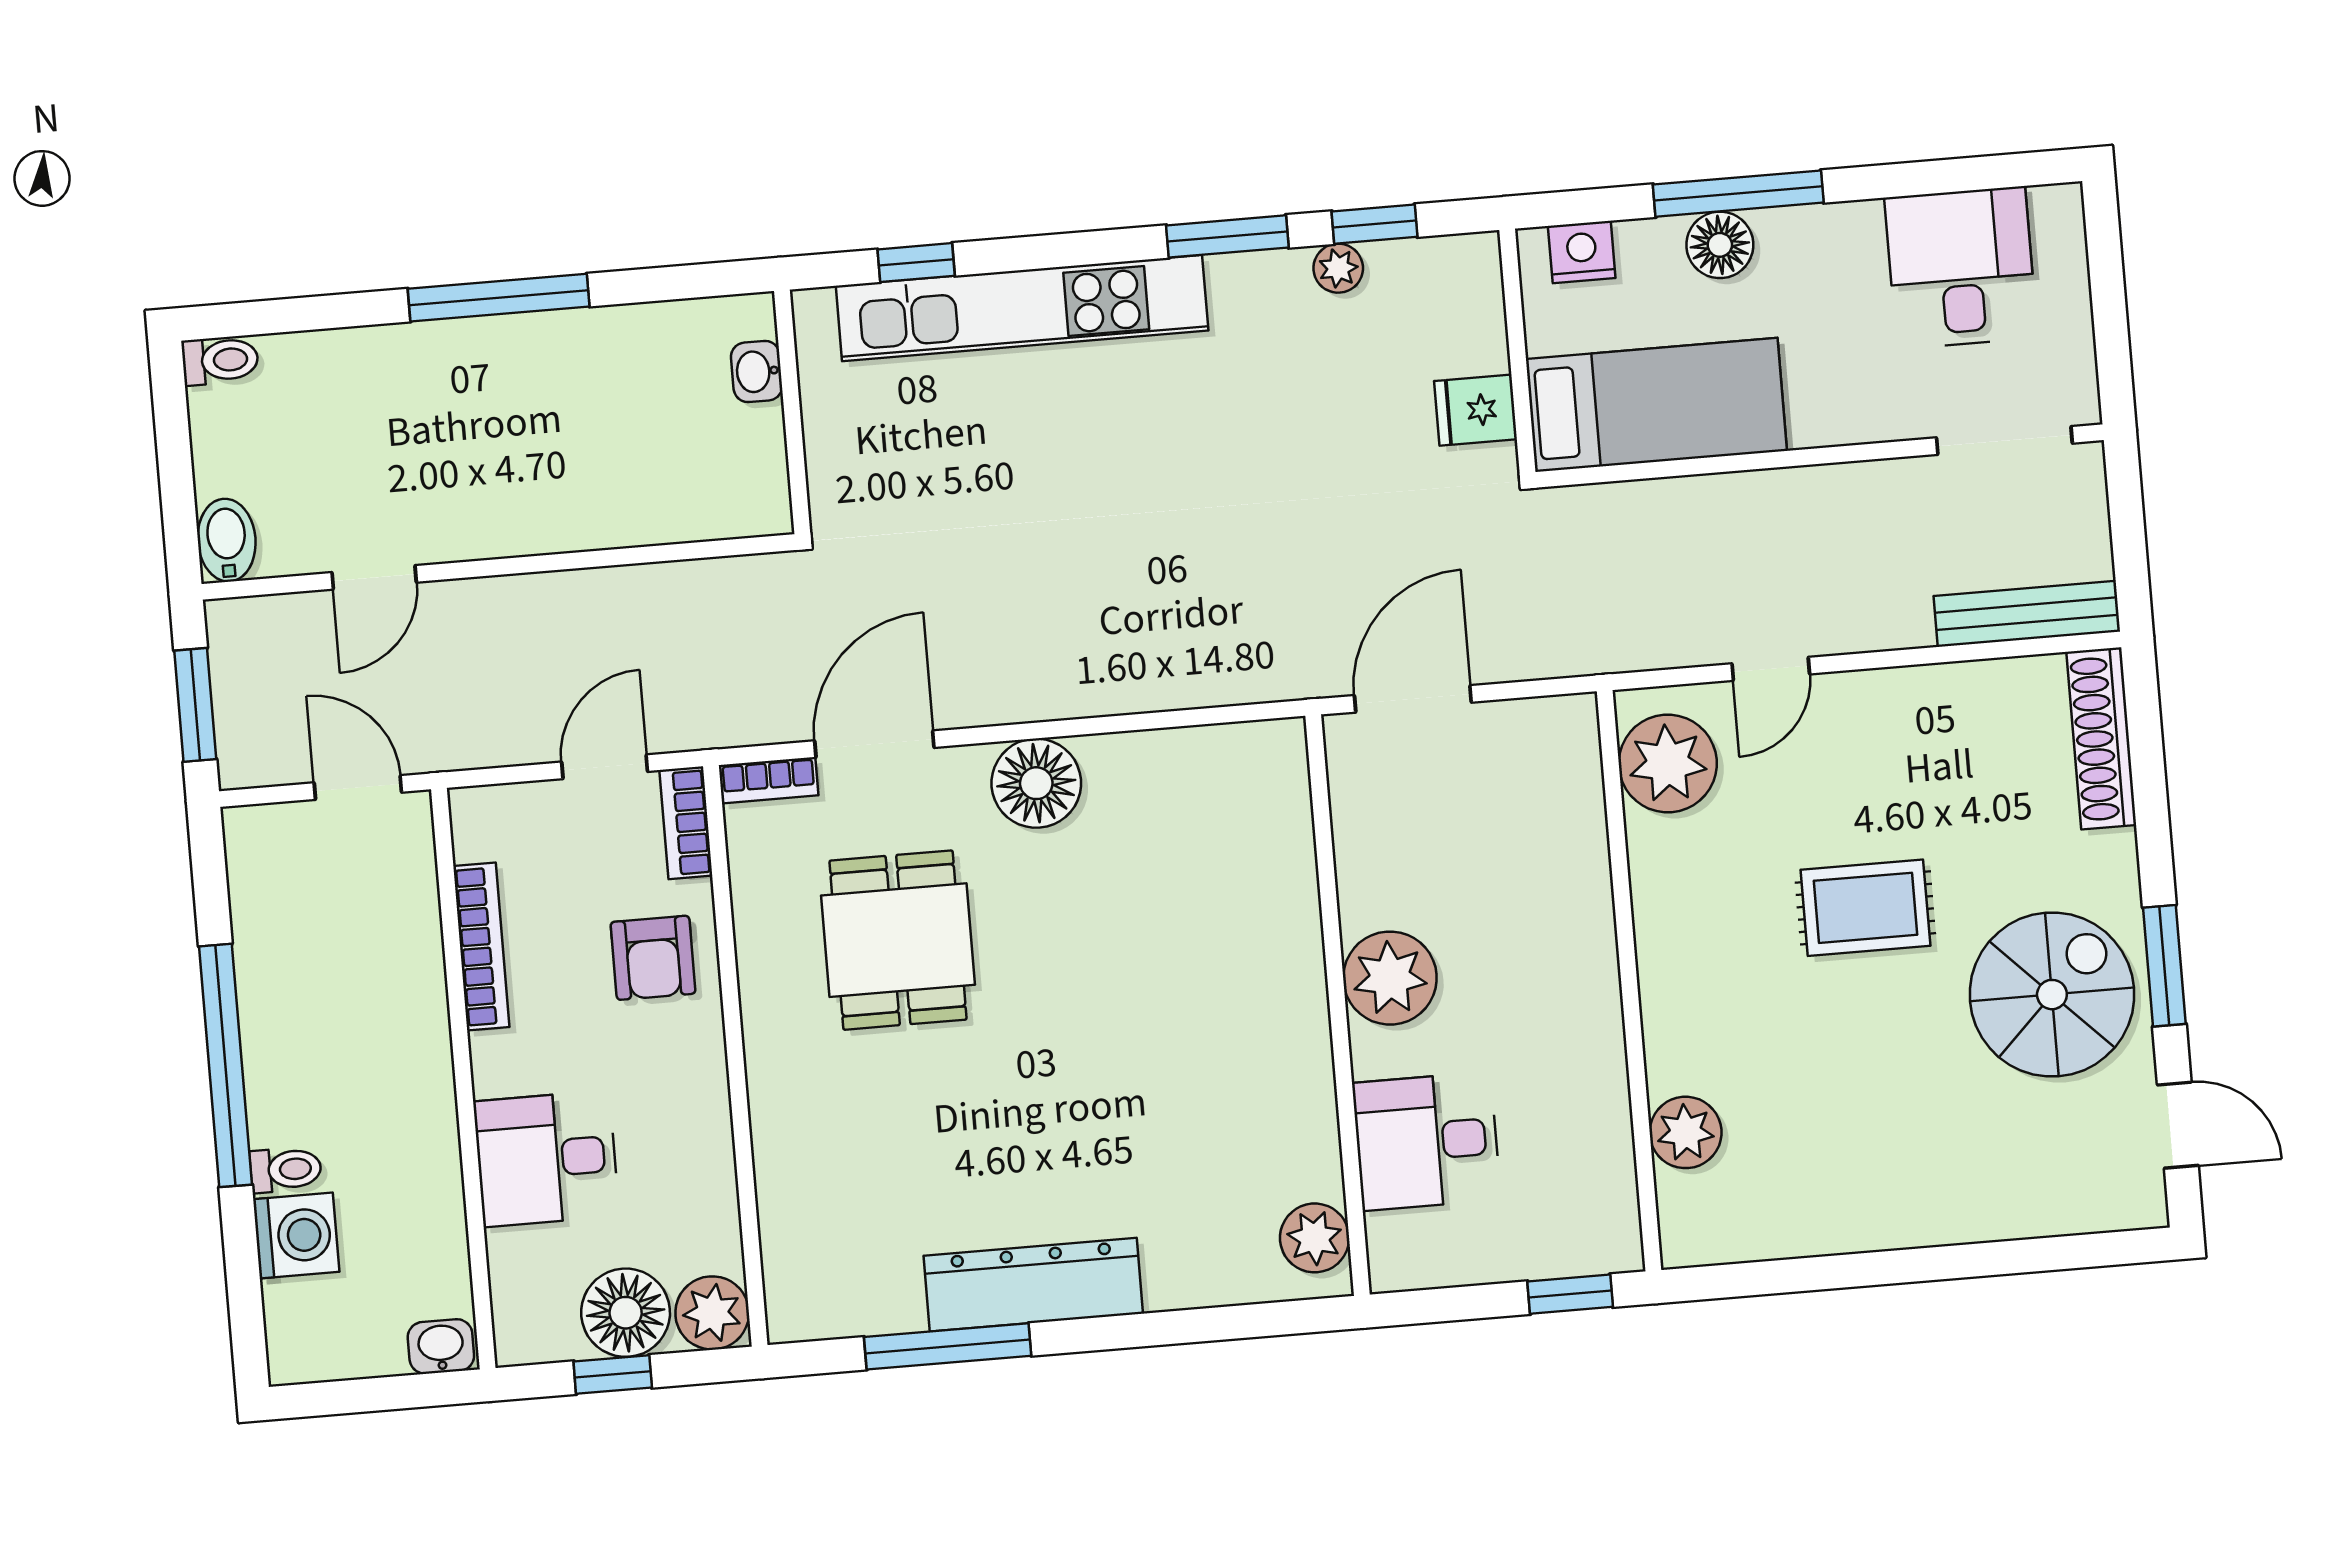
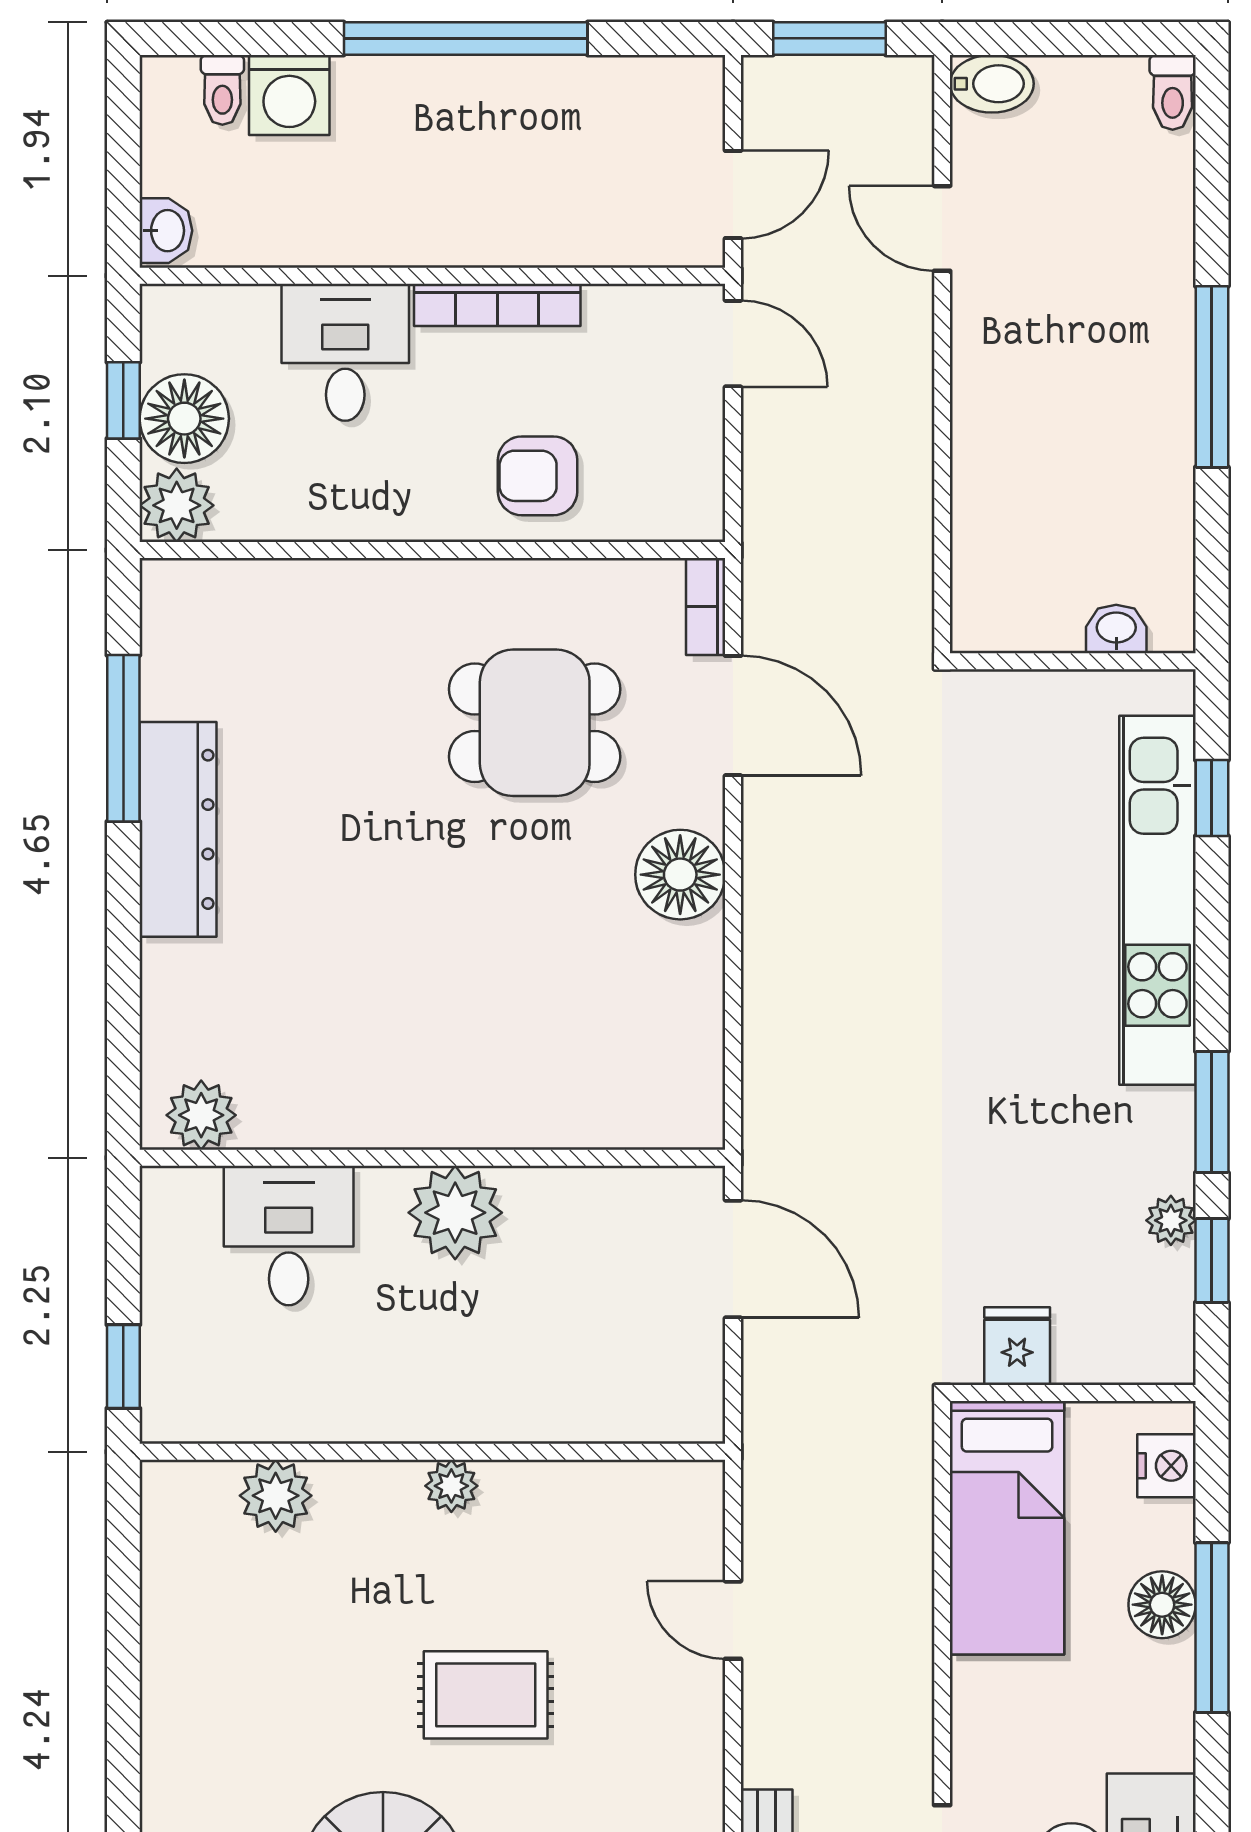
plant: (1668, 764) -> (451, 1486), moved, width x0.53, depth x0.53
door: (605, 767) -> (733, 344), moved
bookcase: (686, 823) -> (670, 520), removed
rug: (1865, 908) -> (486, 1695), turned 90
bookcase: (481, 946) -> (497, 305), moved
toilet: (286, 1170) -> (222, 90), moved

